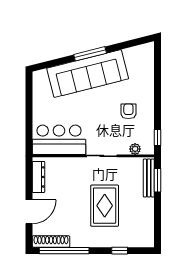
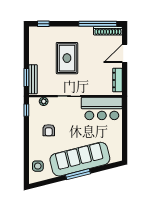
side table: (143, 64) -> (38, 166), added
window: (120, 251) -> (43, 24), moved

